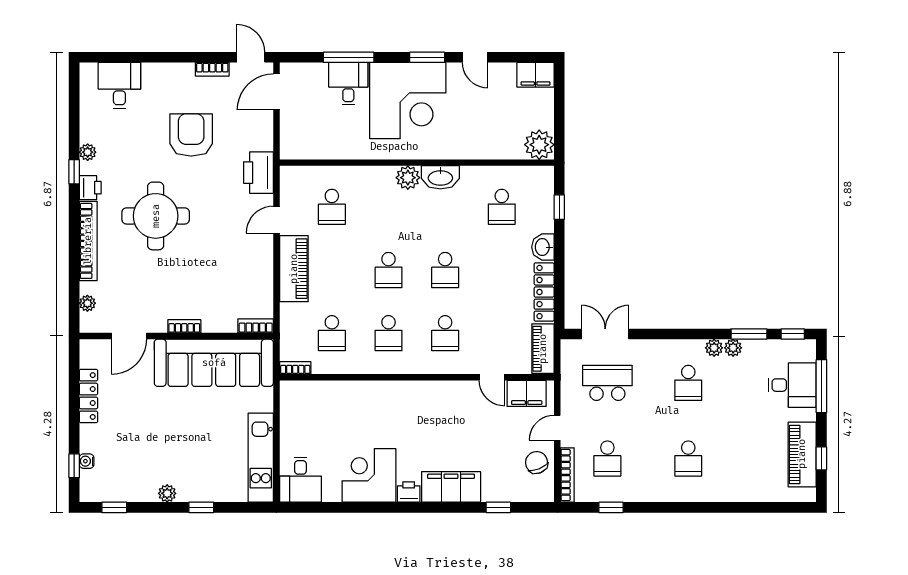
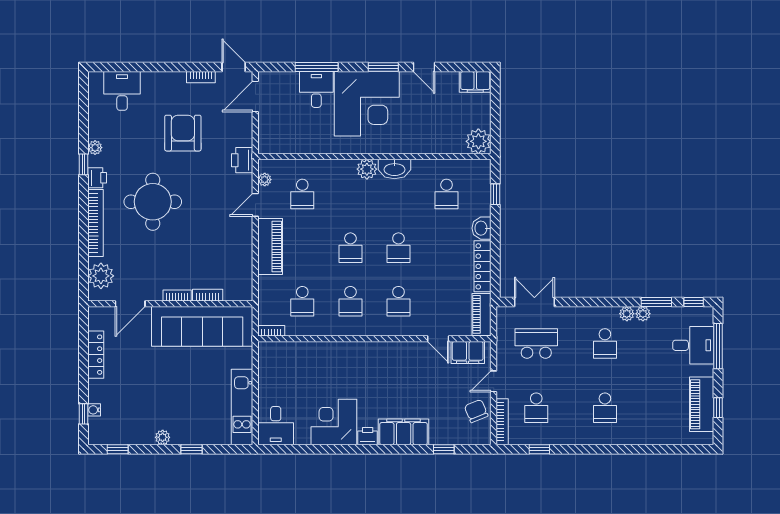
printer: (258, 173) -> (242, 160), width x0.73, depth x0.84
plant: (287, 190) -> (265, 180), added
plant: (87, 303) -> (101, 276), width x1.88, depth x1.88
bookcase: (256, 326) -> (208, 295), moved

